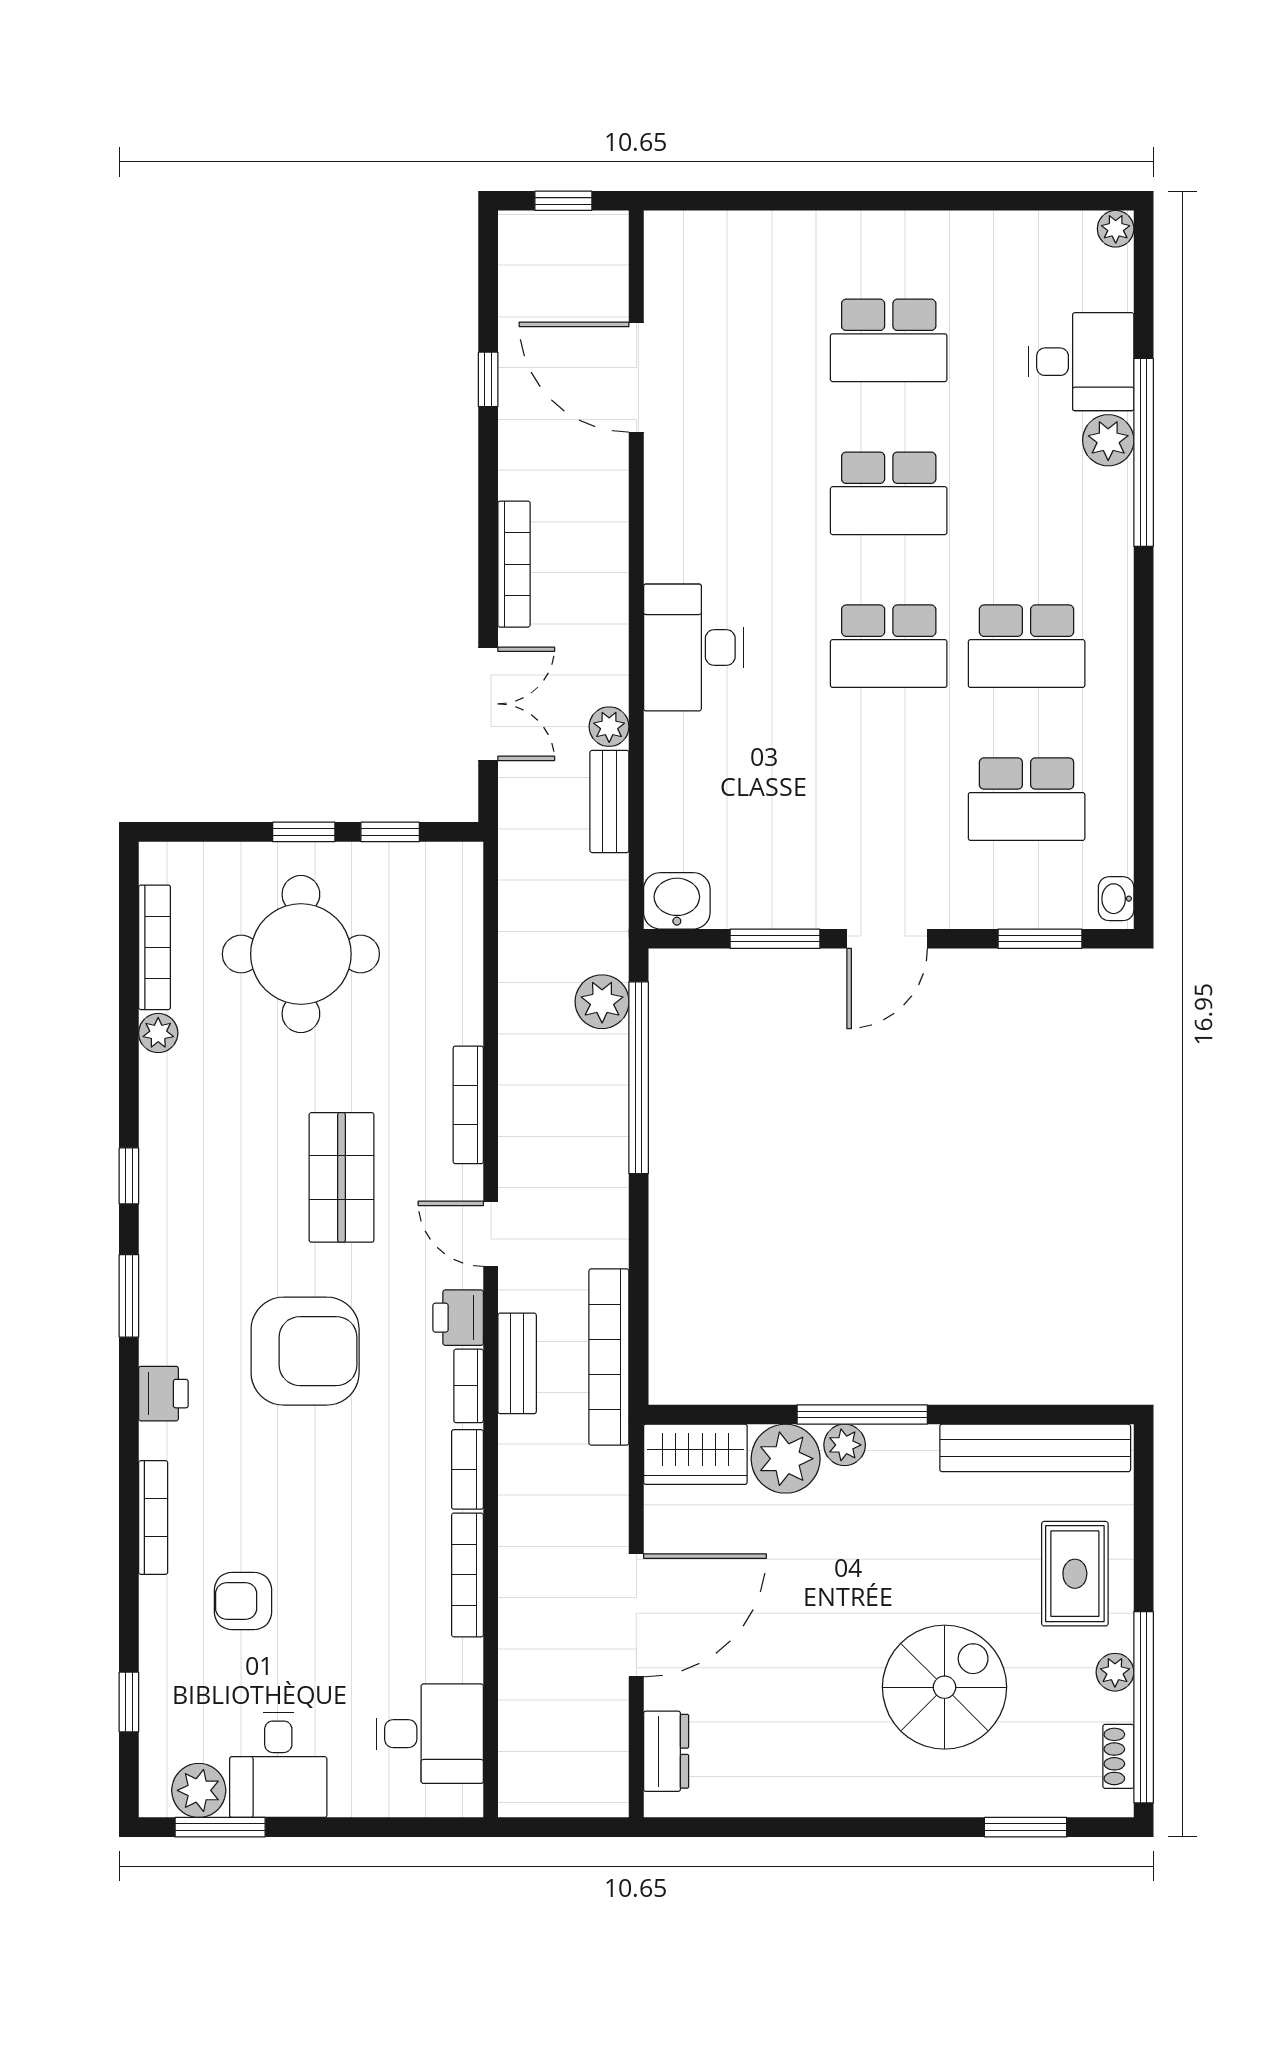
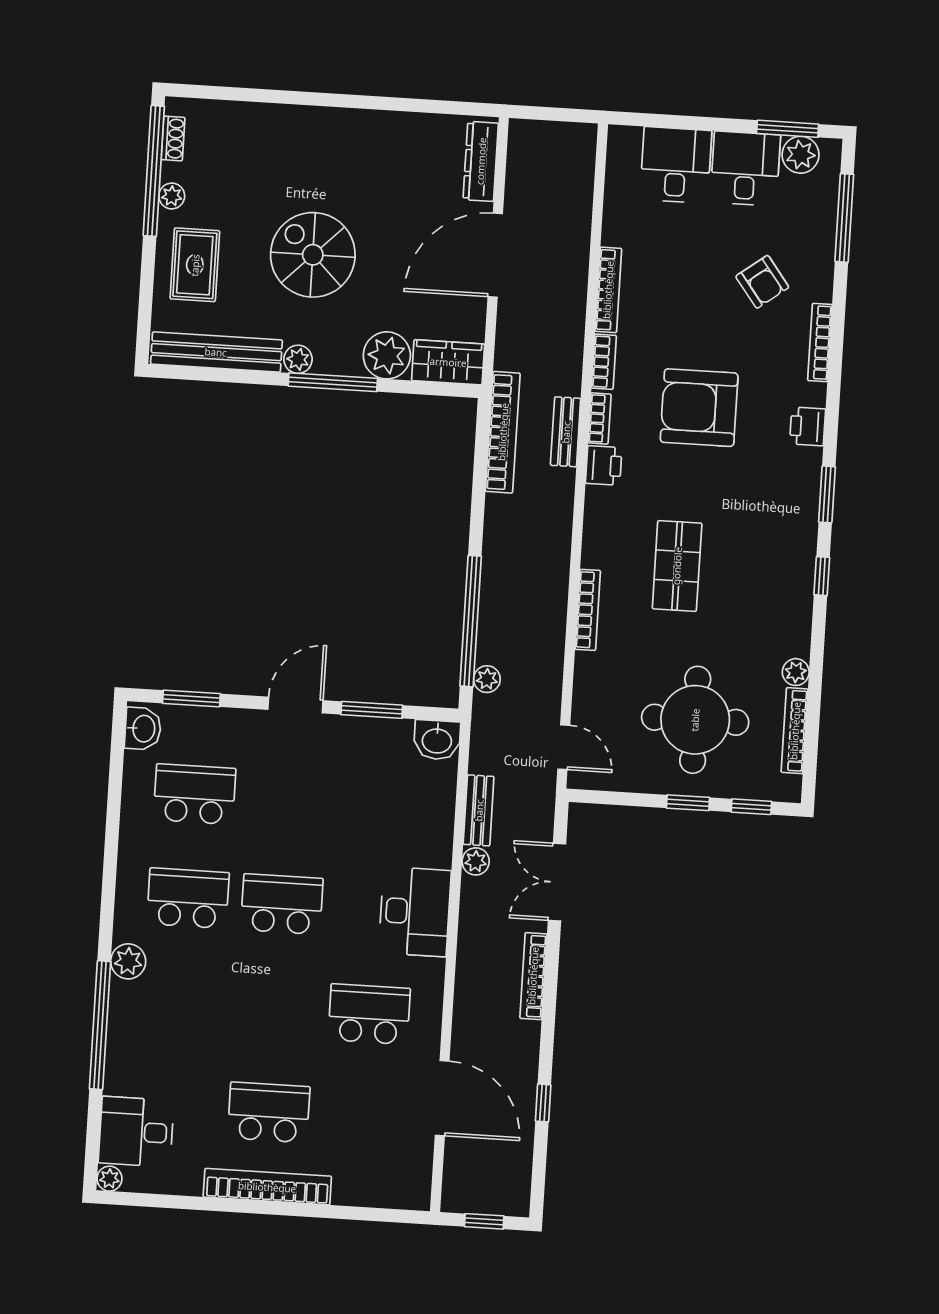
bookcase: (884, 232) -> (267, 1187), added
desk: (1081, 362) -> (136, 1132), moved
plant: (1108, 440) -> (128, 961), moved
school desk: (889, 493) -> (369, 1014), moved
window: (390, 832) -> (751, 807), moved
washbasin: (1116, 899) -> (143, 729), width x1.38, depth x1.45
plant: (602, 1002) -> (487, 679), width x0.73, depth x0.73
door: (491, 1234) -> (564, 747), moved
armchair: (305, 1351) -> (699, 408), moved
plant: (845, 1445) -> (298, 359), moved
armchair: (243, 1601) -> (762, 282), turned 53
spiral stairs: (945, 1687) -> (313, 255), moved, turned 90
window: (129, 1702) -> (844, 218), width x2.17
desk: (430, 1734) -> (676, 165), moved, turned 90
dresser: (666, 1751) -> (481, 161), width x1.44
window: (1026, 1827) -> (239, 94), removed

